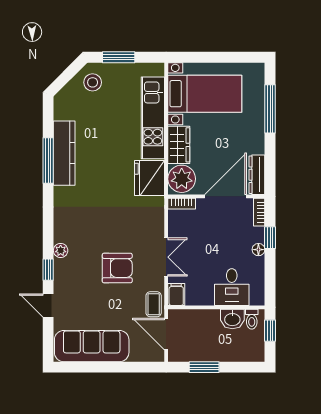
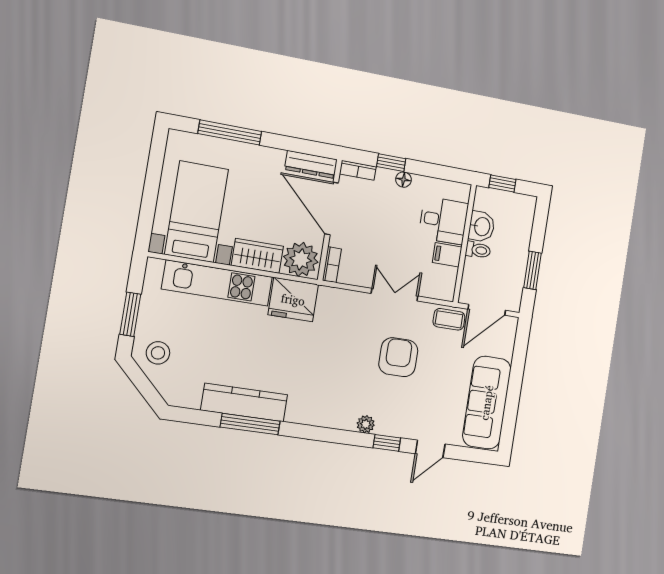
filing cabinet: (176, 294) -> (447, 255), moved
toilet: (252, 319) -> (478, 250), moved

